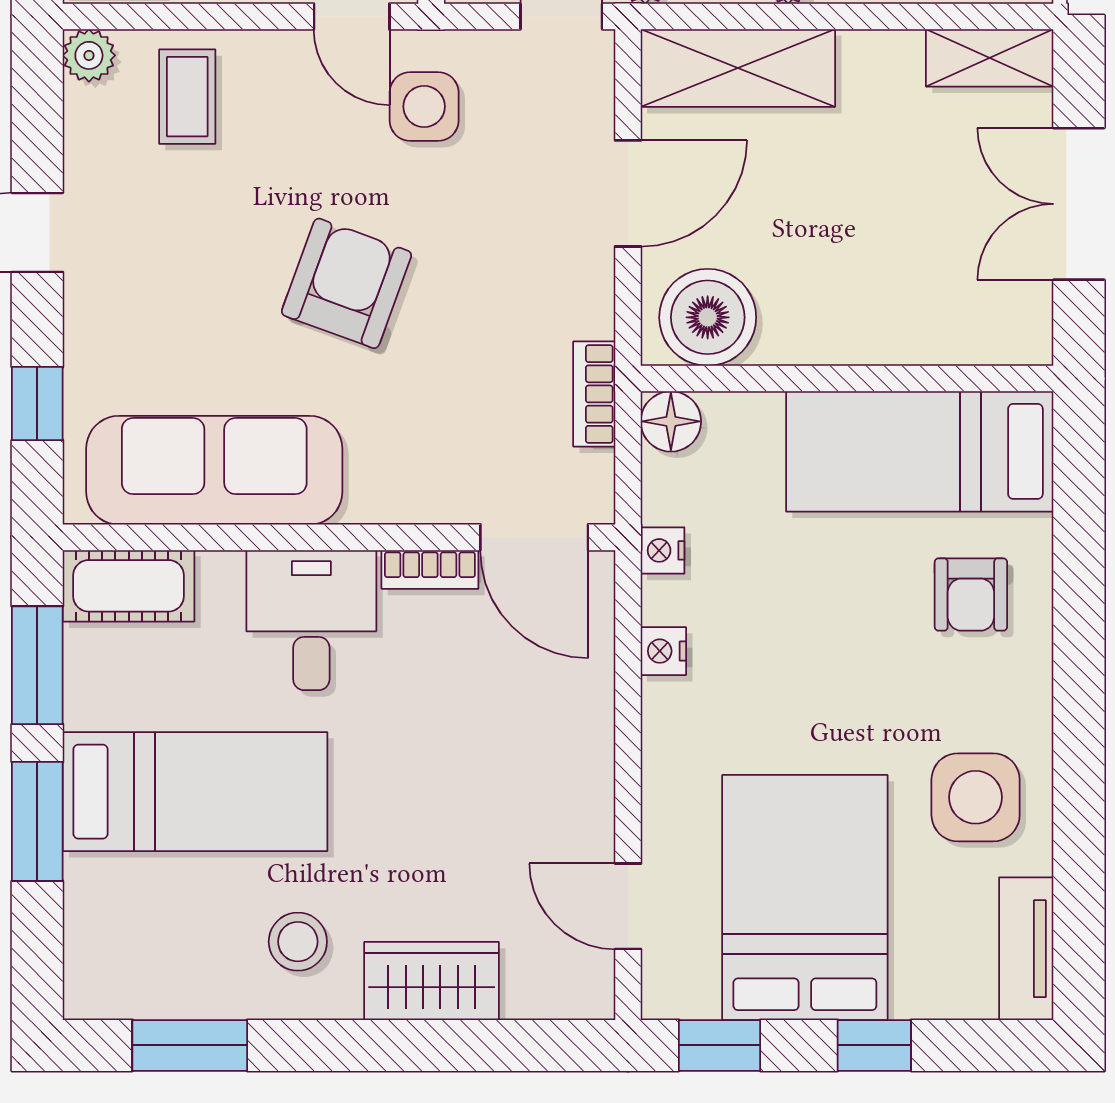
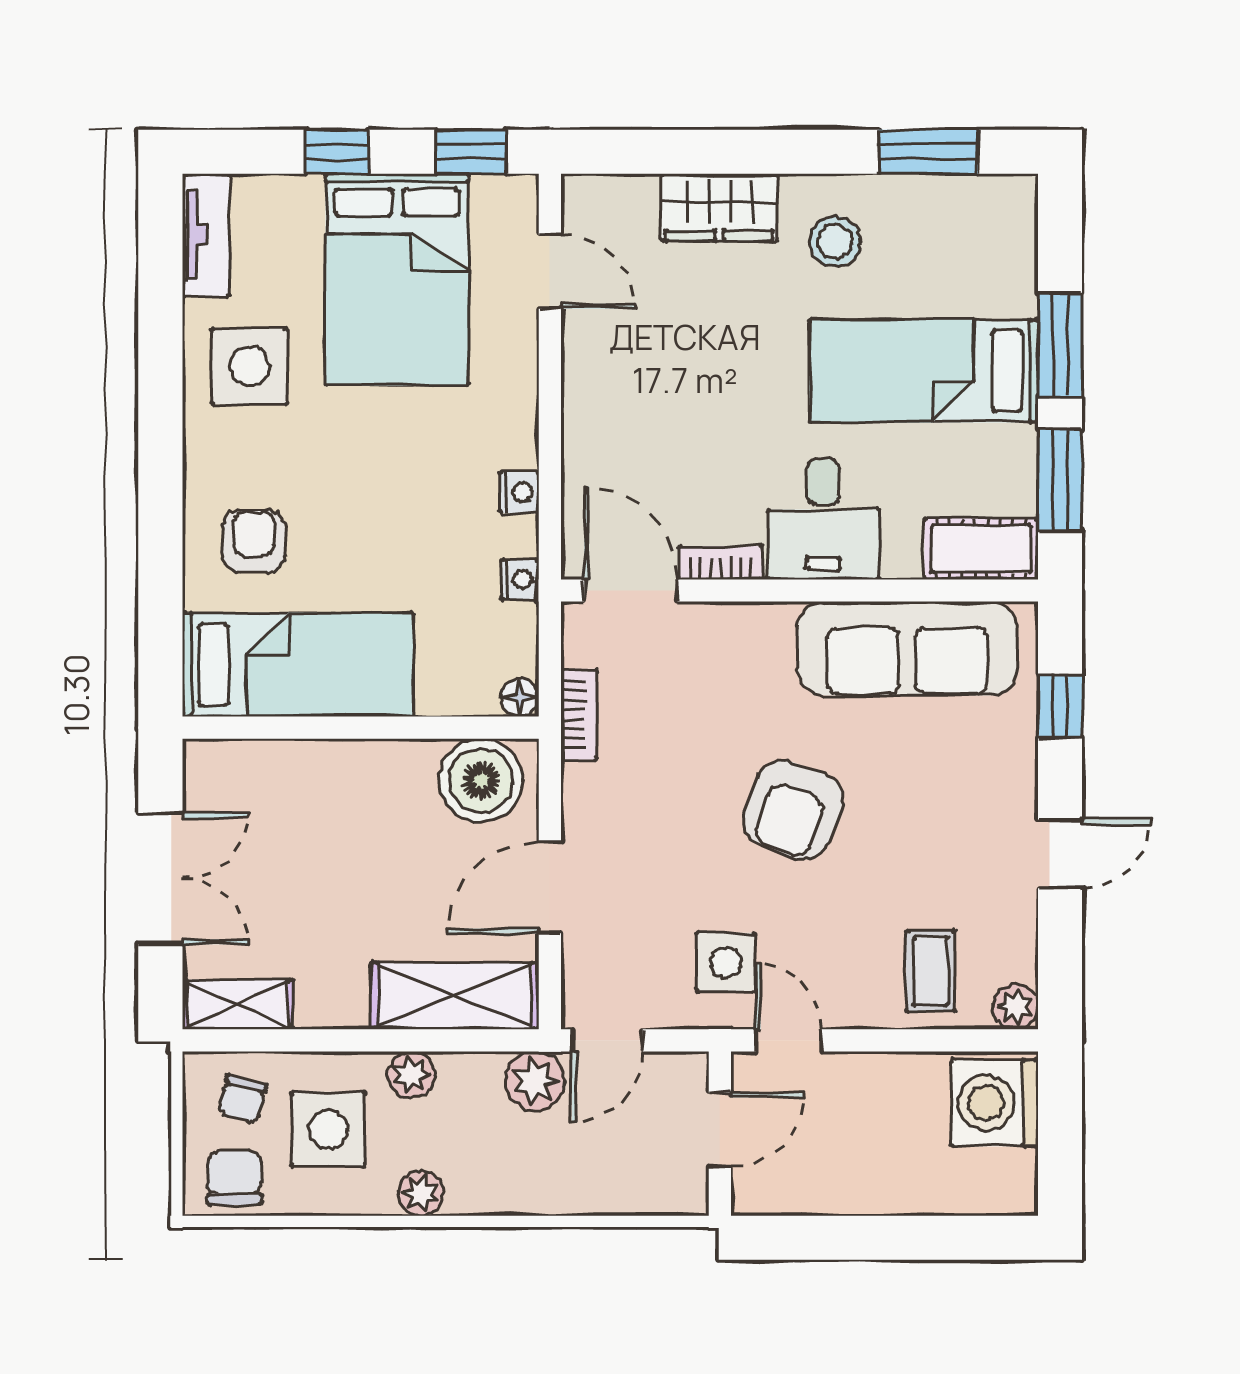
floor lamp: (671, 421) -> (520, 698), width x0.73, depth x0.73

